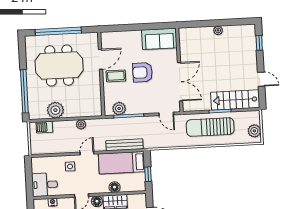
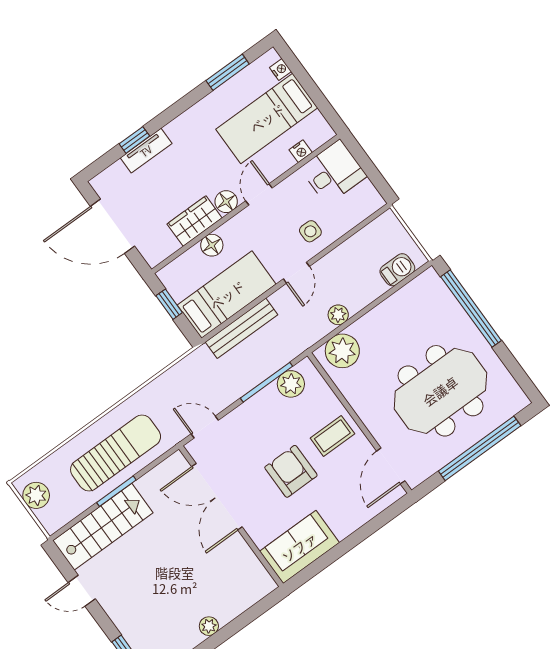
door: (100, 59) -> (391, 466), moved
armchair: (143, 72) -> (291, 471), turned -90
plant: (55, 110) -> (342, 351), moved

